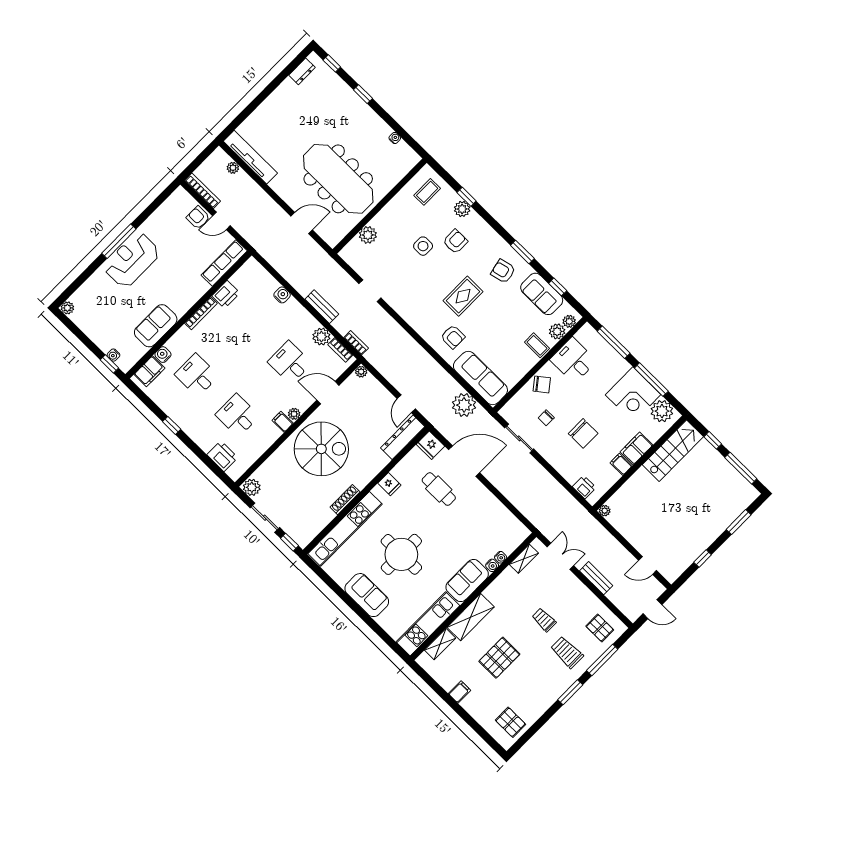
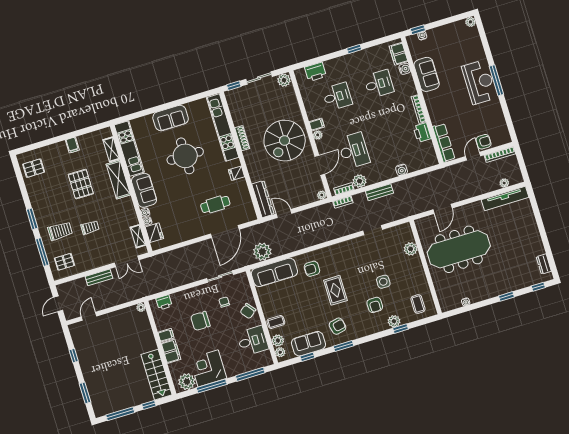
desk: (290, 363) -> (354, 151), width x1.37
fridge: (430, 445) -> (154, 233), moved, turned 90

